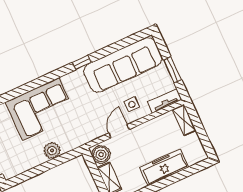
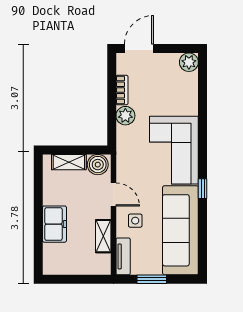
corner sofa: (41, 109) -> (174, 150), moved
shelving: (184, 120) -> (103, 236), moved, turned 90
bookcase: (33, 163) -> (122, 90), added
freezer: (164, 167) -> (54, 224), width x0.71

